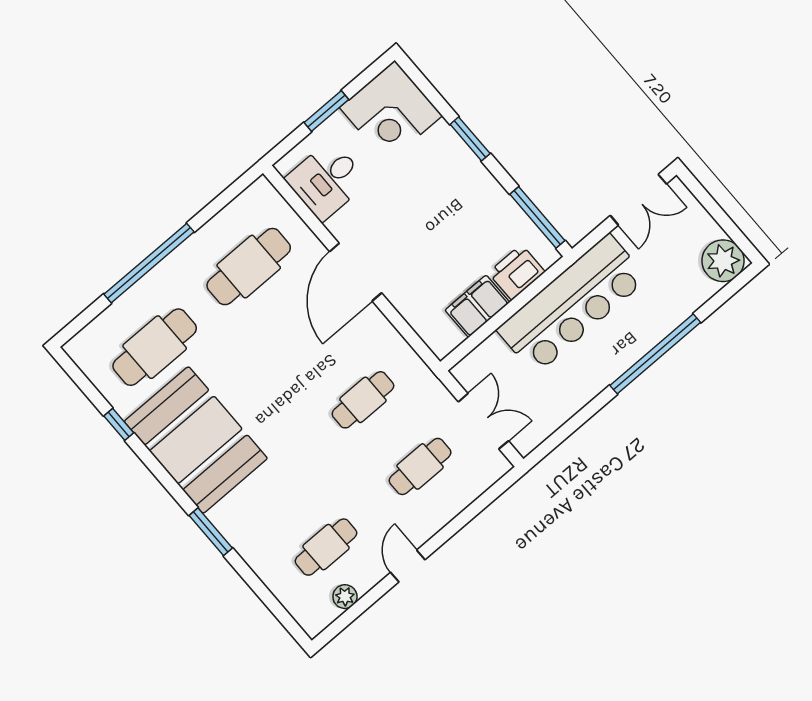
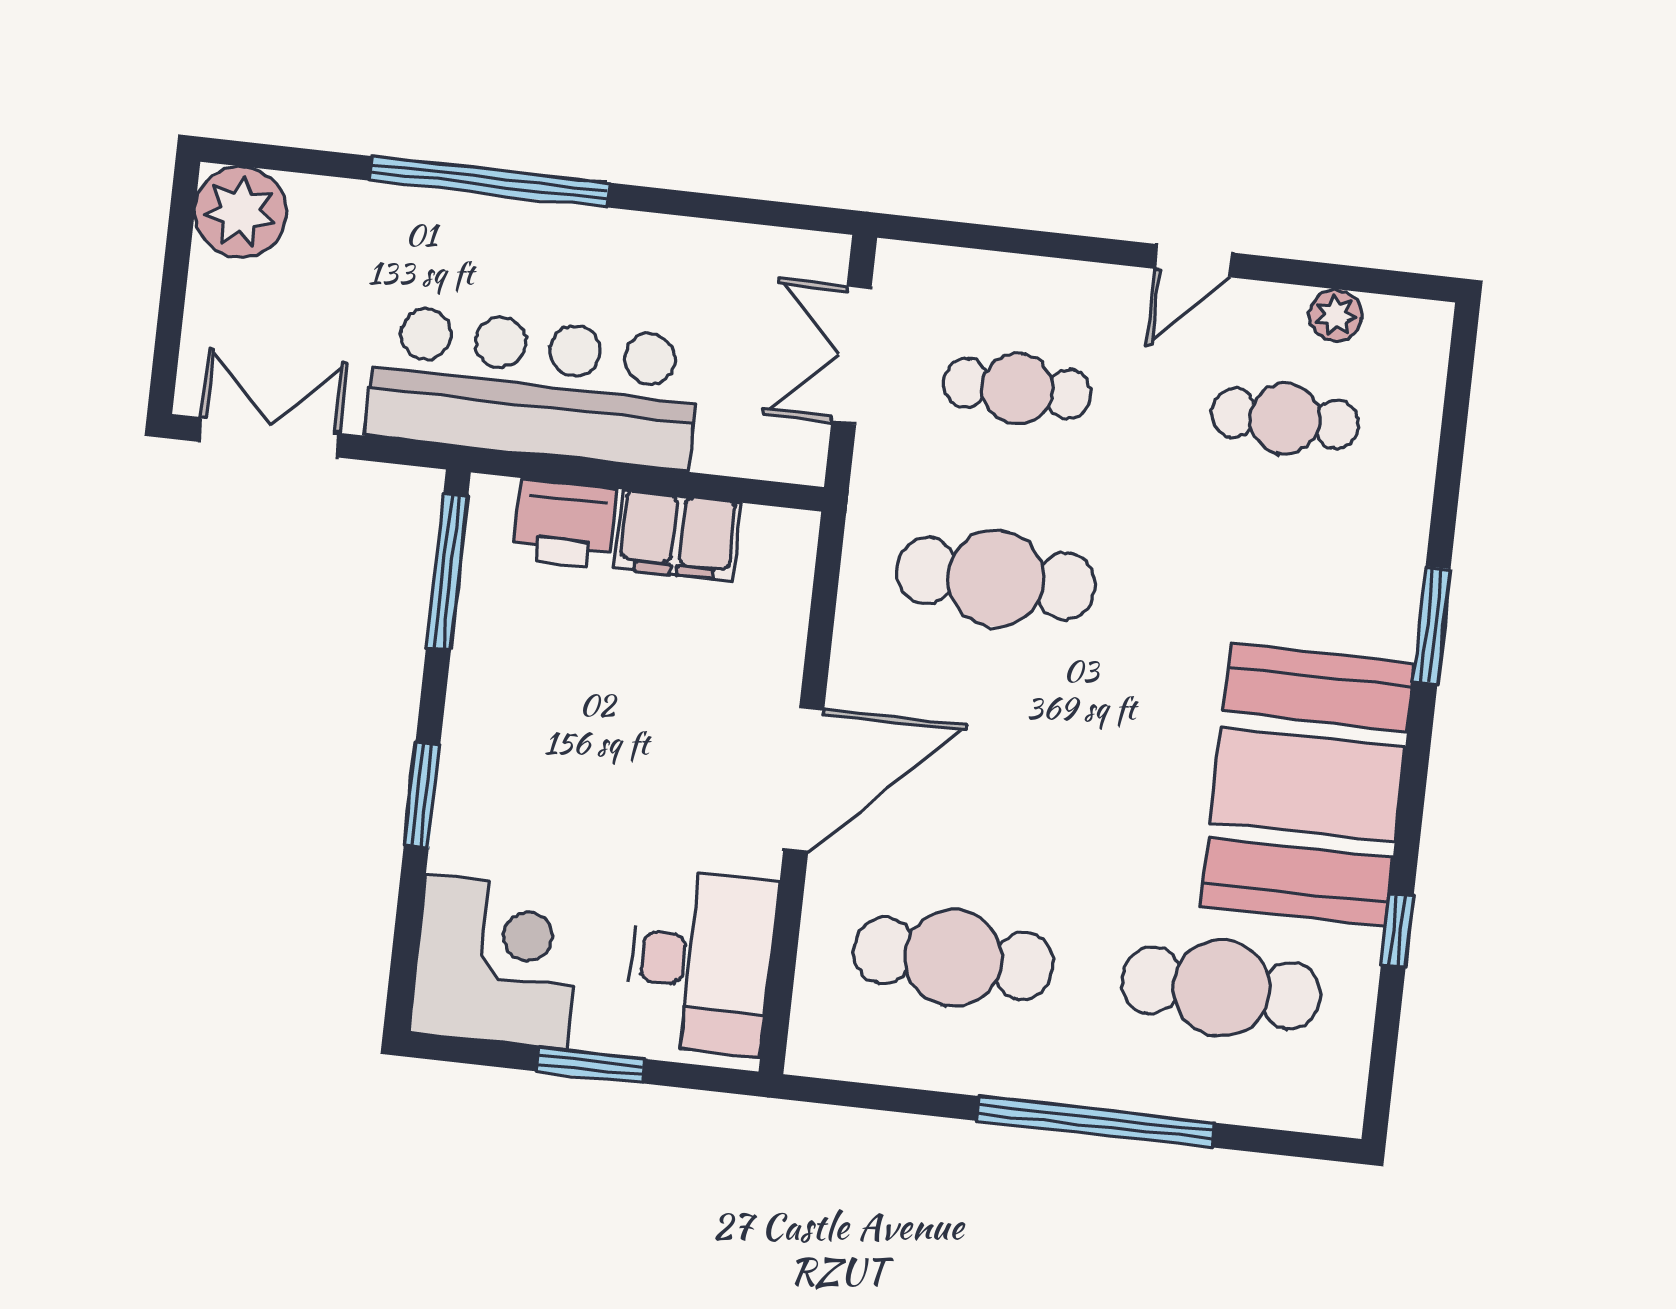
desk: (327, 180) -> (701, 962), width x1.37
cafe table: (363, 400) -> (996, 578), width x1.37, depth x1.35

